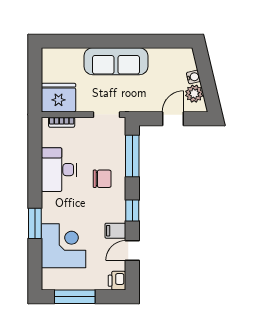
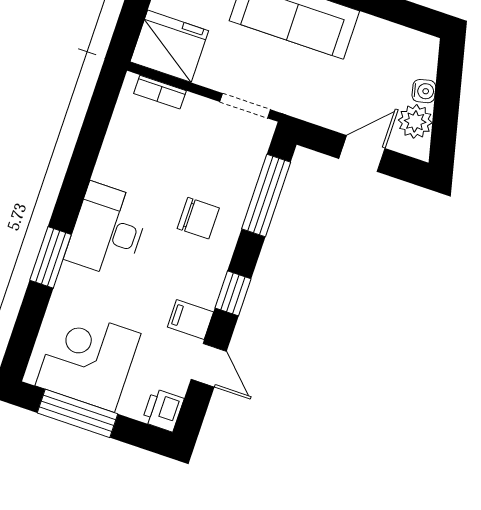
desk: (59, 170) -> (108, 230), moved
corner desk: (64, 246) -> (88, 360), moved, turned -90
door: (132, 251) -> (209, 365), swing flipped

